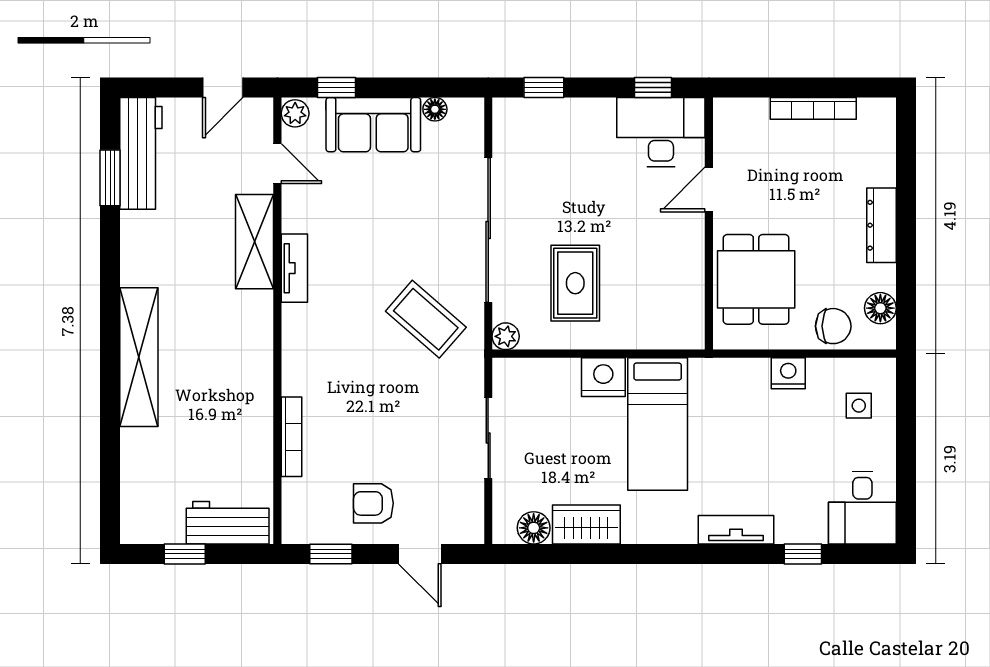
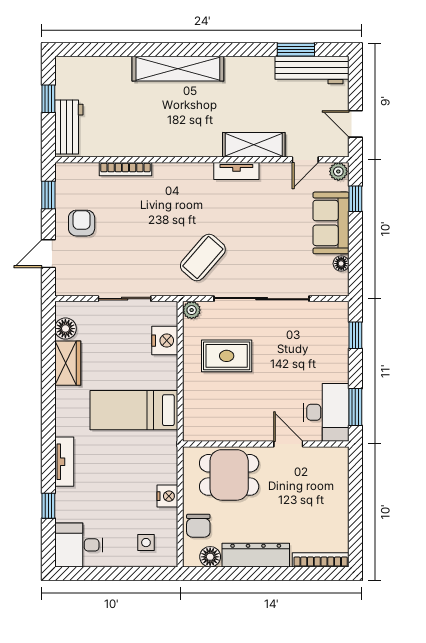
window: (653, 88) -> (355, 407), width x1.50
bookcase: (813, 108) -> (321, 560), moved, turned 90
dresser: (881, 225) -> (256, 555), width x1.37, depth x1.24
nightstand: (603, 377) -> (165, 341), moved

